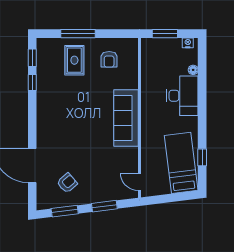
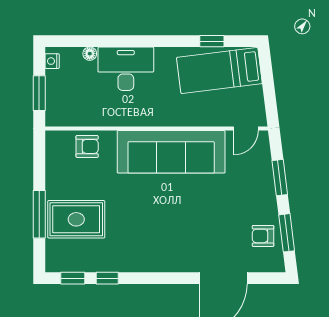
armchair: (109, 59) -> (87, 146), moved
rug: (74, 60) -> (76, 219), width x1.36, depth x1.43
sofa: (126, 118) -> (171, 152), width x1.36, depth x1.27
armchair: (67, 183) -> (263, 236), moved, turned -49

